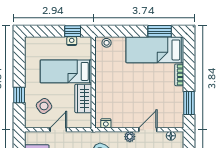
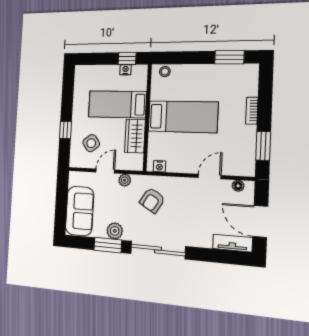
bed: (155, 50) -> (183, 117), moved, turned 180
plant: (130, 137) -> (125, 180), moved

